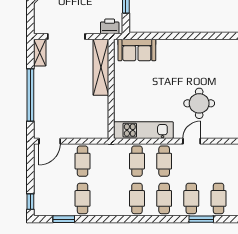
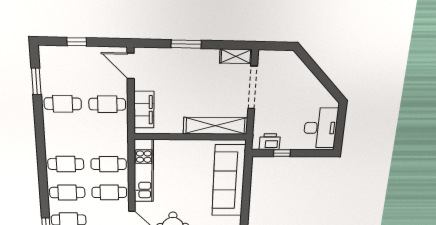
printer: (110, 26) -> (270, 142), moved, turned -90
sofa: (137, 50) -> (229, 181), width x1.85, depth x1.27
window: (30, 95) -> (186, 44), width x0.47
filing cabinet: (87, 130) -> (144, 110), added
window: (30, 202) -> (77, 42), moved

